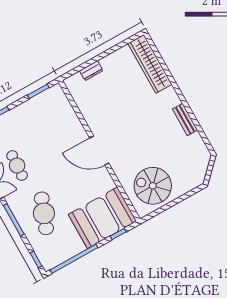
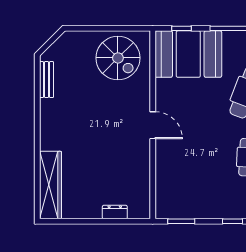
bench: (185, 120) -> (46, 80), moved
door: (99, 151) -> (153, 125), width x0.73

